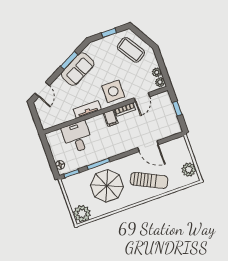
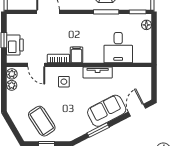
coffee table: (131, 50) -> (42, 121), moved
sofa: (78, 69) -> (107, 111), moved
side table: (113, 91) -> (64, 82), width x0.54, depth x0.54
door: (142, 97) -> (36, 65), swing flipped
printer: (166, 108) -> (15, 45), added

